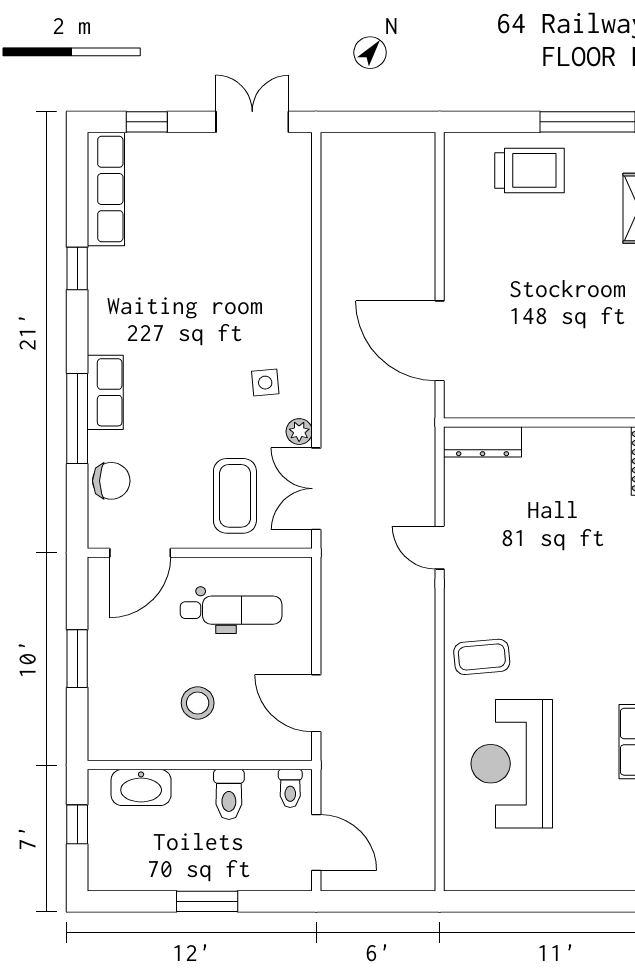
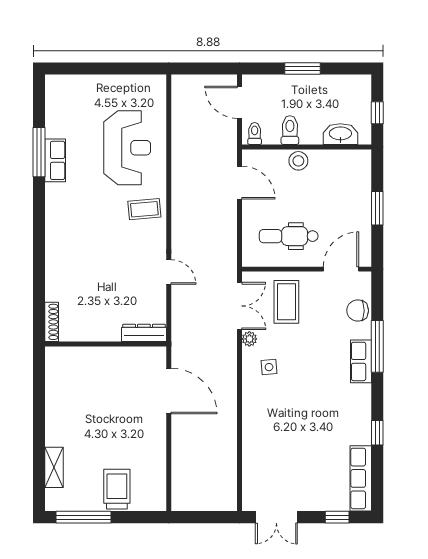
trolley: (530, 170) -> (117, 489), turned 90
stool: (198, 703) -> (298, 161), moved

